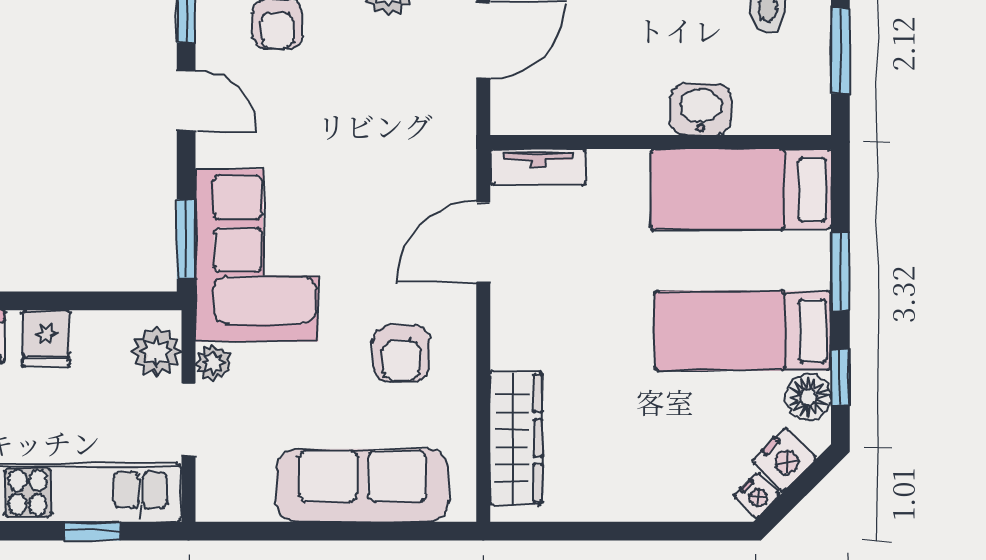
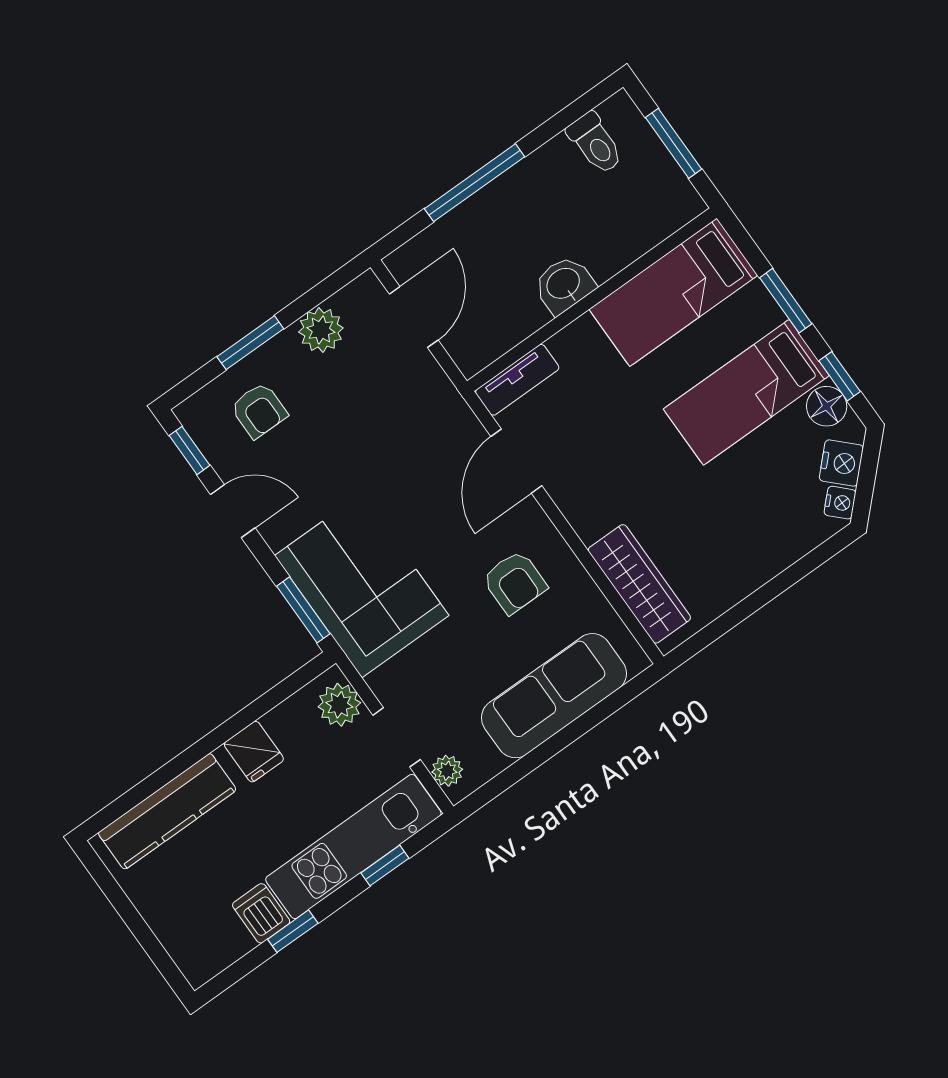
washbasin: (701, 109) -> (564, 284), moved
plant: (213, 363) -> (447, 771), moved

